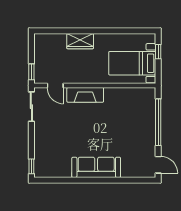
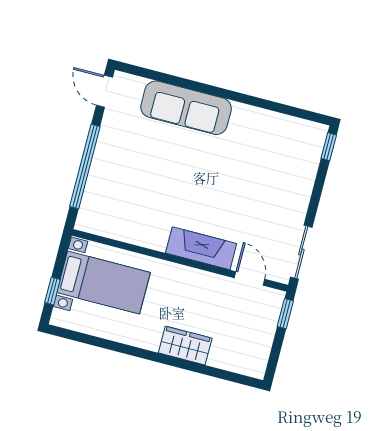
sofa: (96, 167) -> (186, 108), moved

